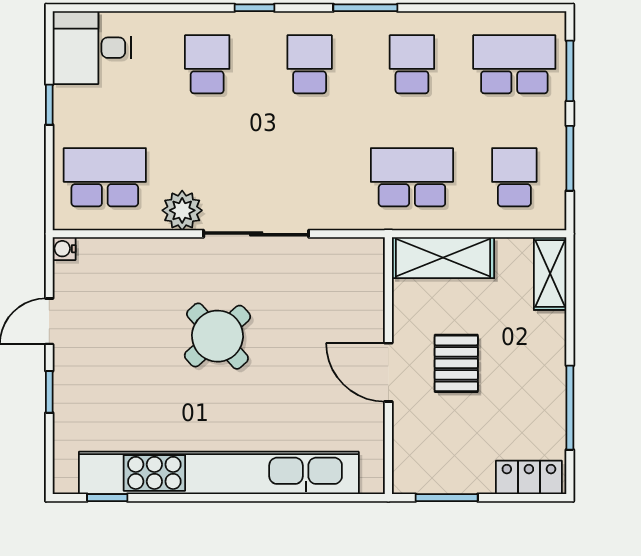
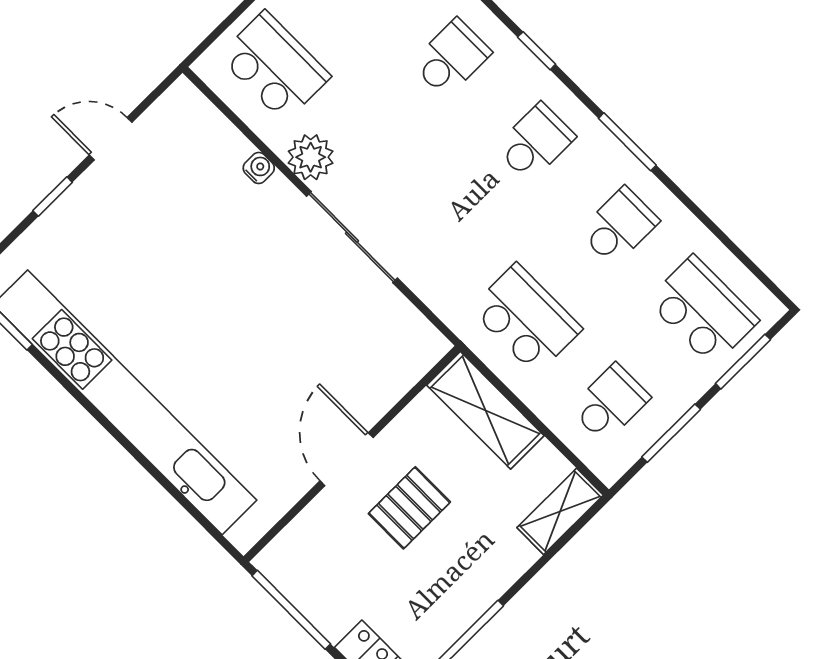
water cooler: (64, 249) -> (259, 168), moved, turned 90
round table: (217, 336) -> (236, 289), removed
window: (447, 498) -> (291, 610), width x1.44

